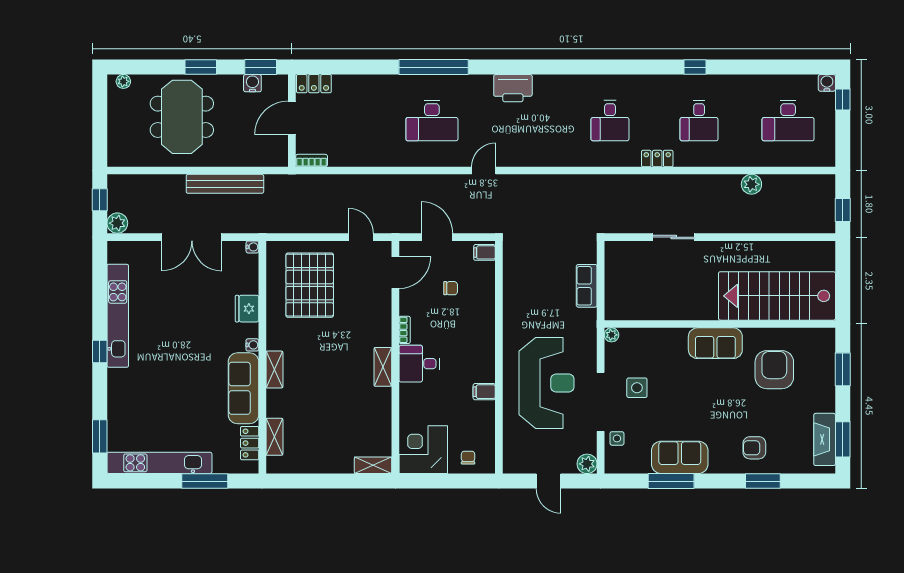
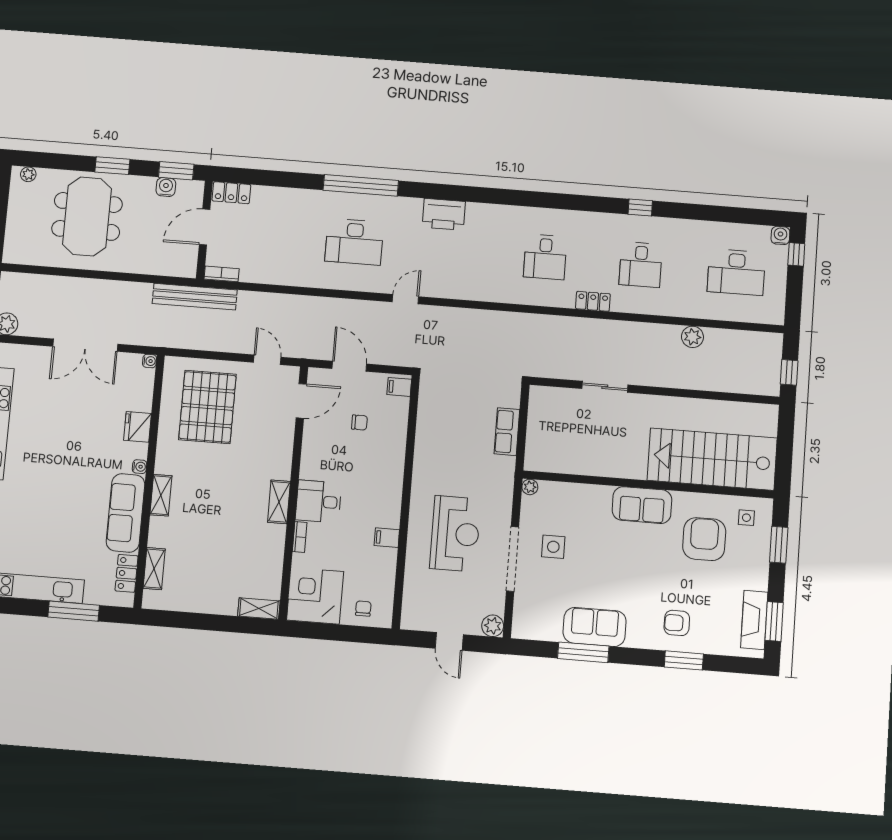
bench: (225, 184) -> (195, 297), moved
bookcase: (405, 330) -> (300, 537), moved
reception desk: (546, 383) -> (455, 534), width x0.74, depth x0.77
side table: (617, 438) -> (746, 518), moved

